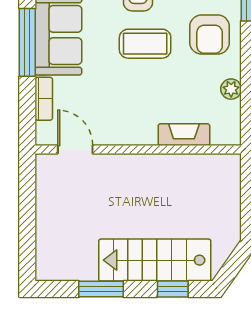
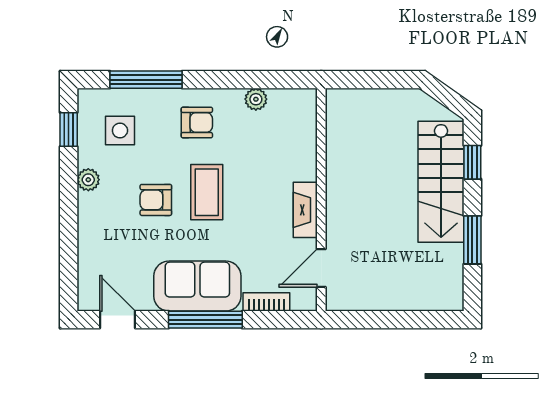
armchair: (210, 34) -> (197, 122), width x0.72, depth x0.72
fireplace: (184, 135) -> (305, 210), moved

